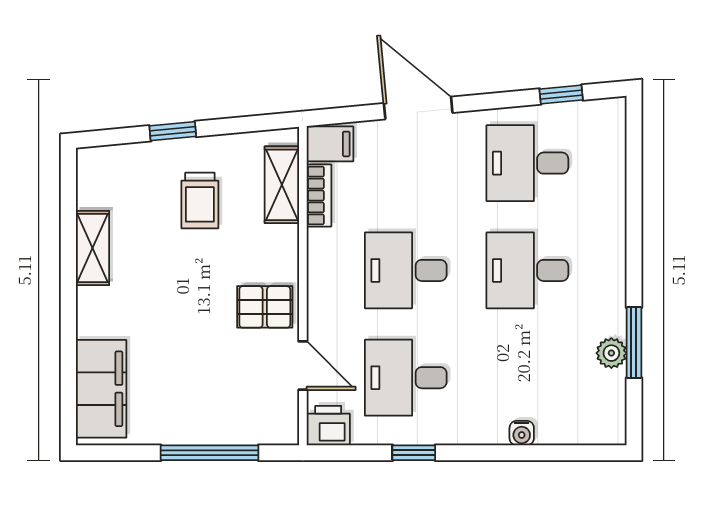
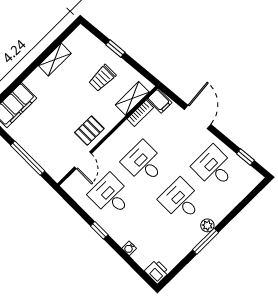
pallet: (265, 307) -> (89, 131), turned 90
window: (634, 343) -> (205, 241), moved
plant: (611, 353) -> (207, 225), moved
printer: (328, 426) -> (157, 272), moved
window: (414, 453) -> (99, 230), moved

